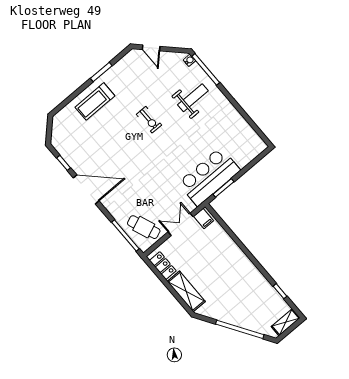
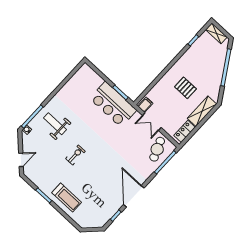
pallet: (219, 274) -> (185, 88), added

